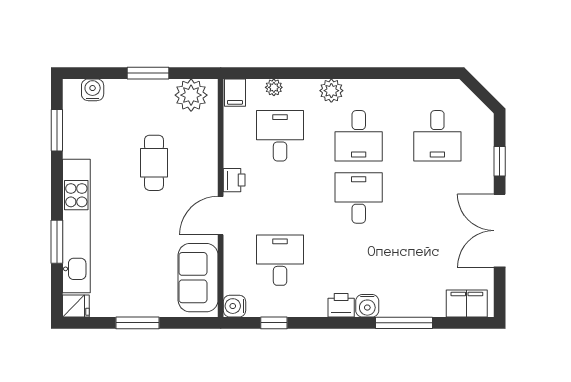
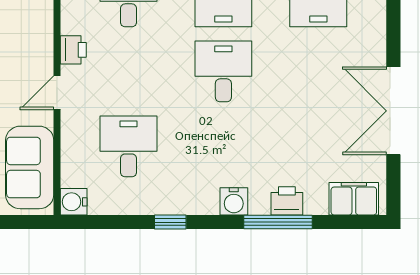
window: (500, 161) -> (393, 27), removed
door: (221, 216) -> (57, 93), width x0.73
printer: (341, 305) -> (287, 201), moved
window: (274, 323) -> (170, 222), moved

